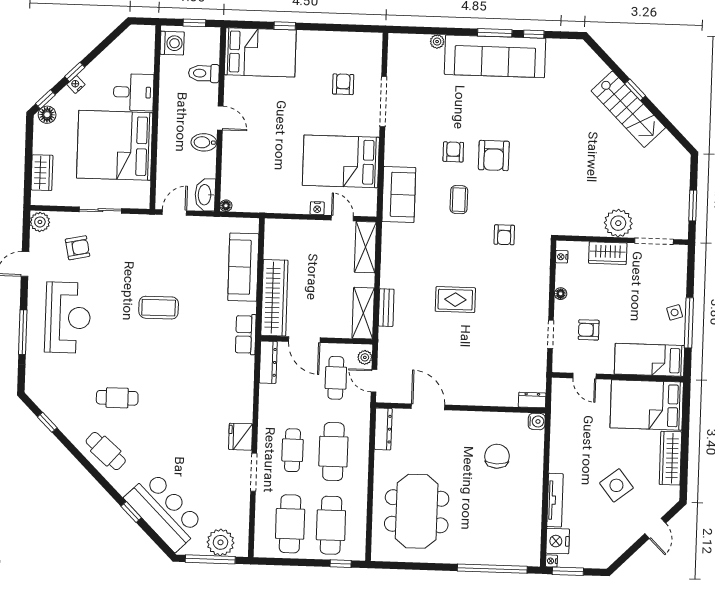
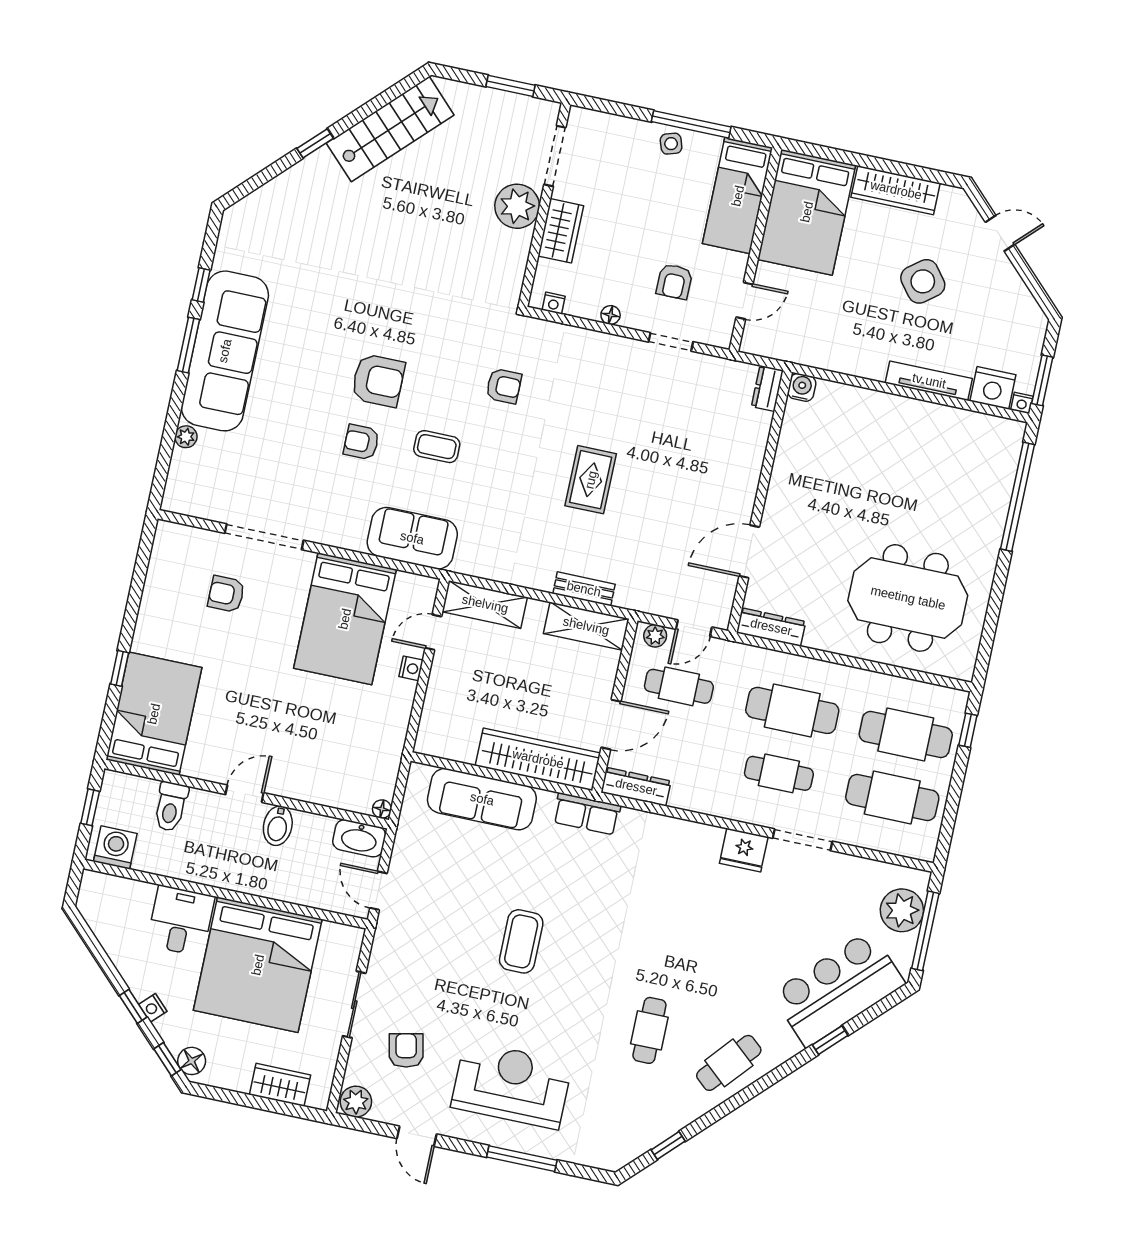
stairs: (628, 109) -> (390, 129), moved
chair: (497, 456) -> (845, 458), removed

